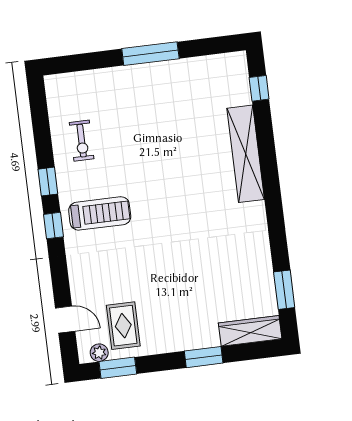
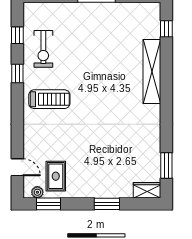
exercise bike: (82, 141) -> (43, 49), width x1.38, depth x1.39
window: (53, 226) -> (17, 35), moved
wardrobe: (250, 331) -> (147, 190), width x0.67

